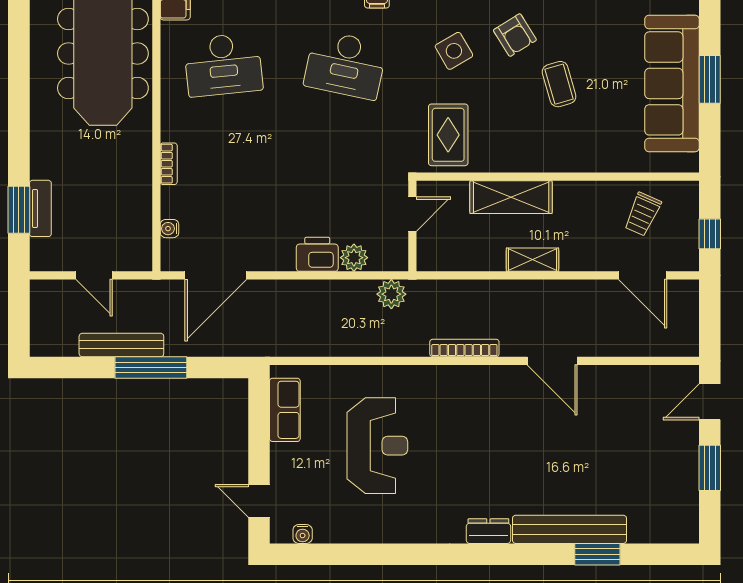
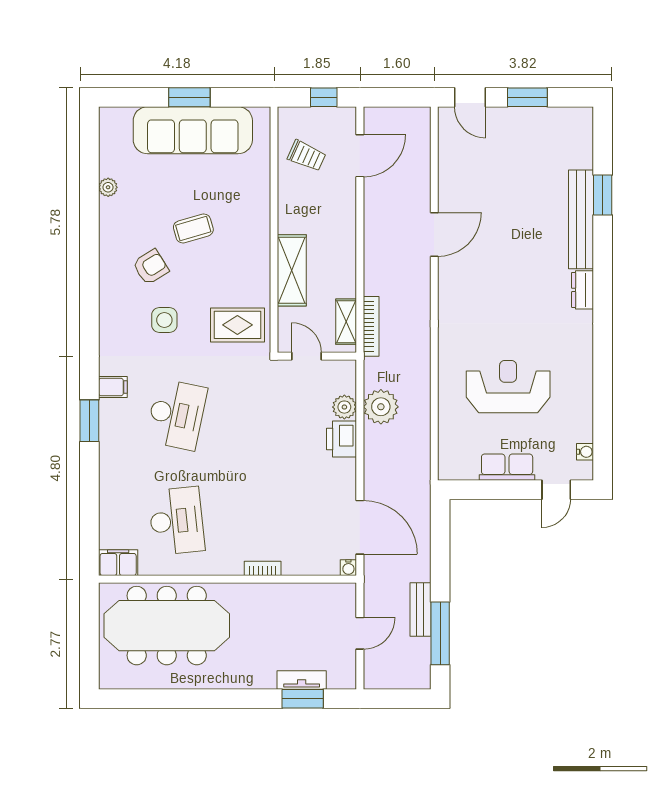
side table: (454, 51) -> (164, 320), turned 30
water cooler: (169, 229) -> (348, 568), moved
shelving: (532, 260) -> (346, 322), moved
plant: (391, 294) -> (381, 407), moved, width x1.36, depth x1.36
bench: (121, 345) -> (420, 609), width x0.73
bookcase: (464, 348) -> (371, 326), moved, turned 180
window: (151, 367) -> (440, 633), moved
row of seats: (285, 410) -> (507, 467), moved

